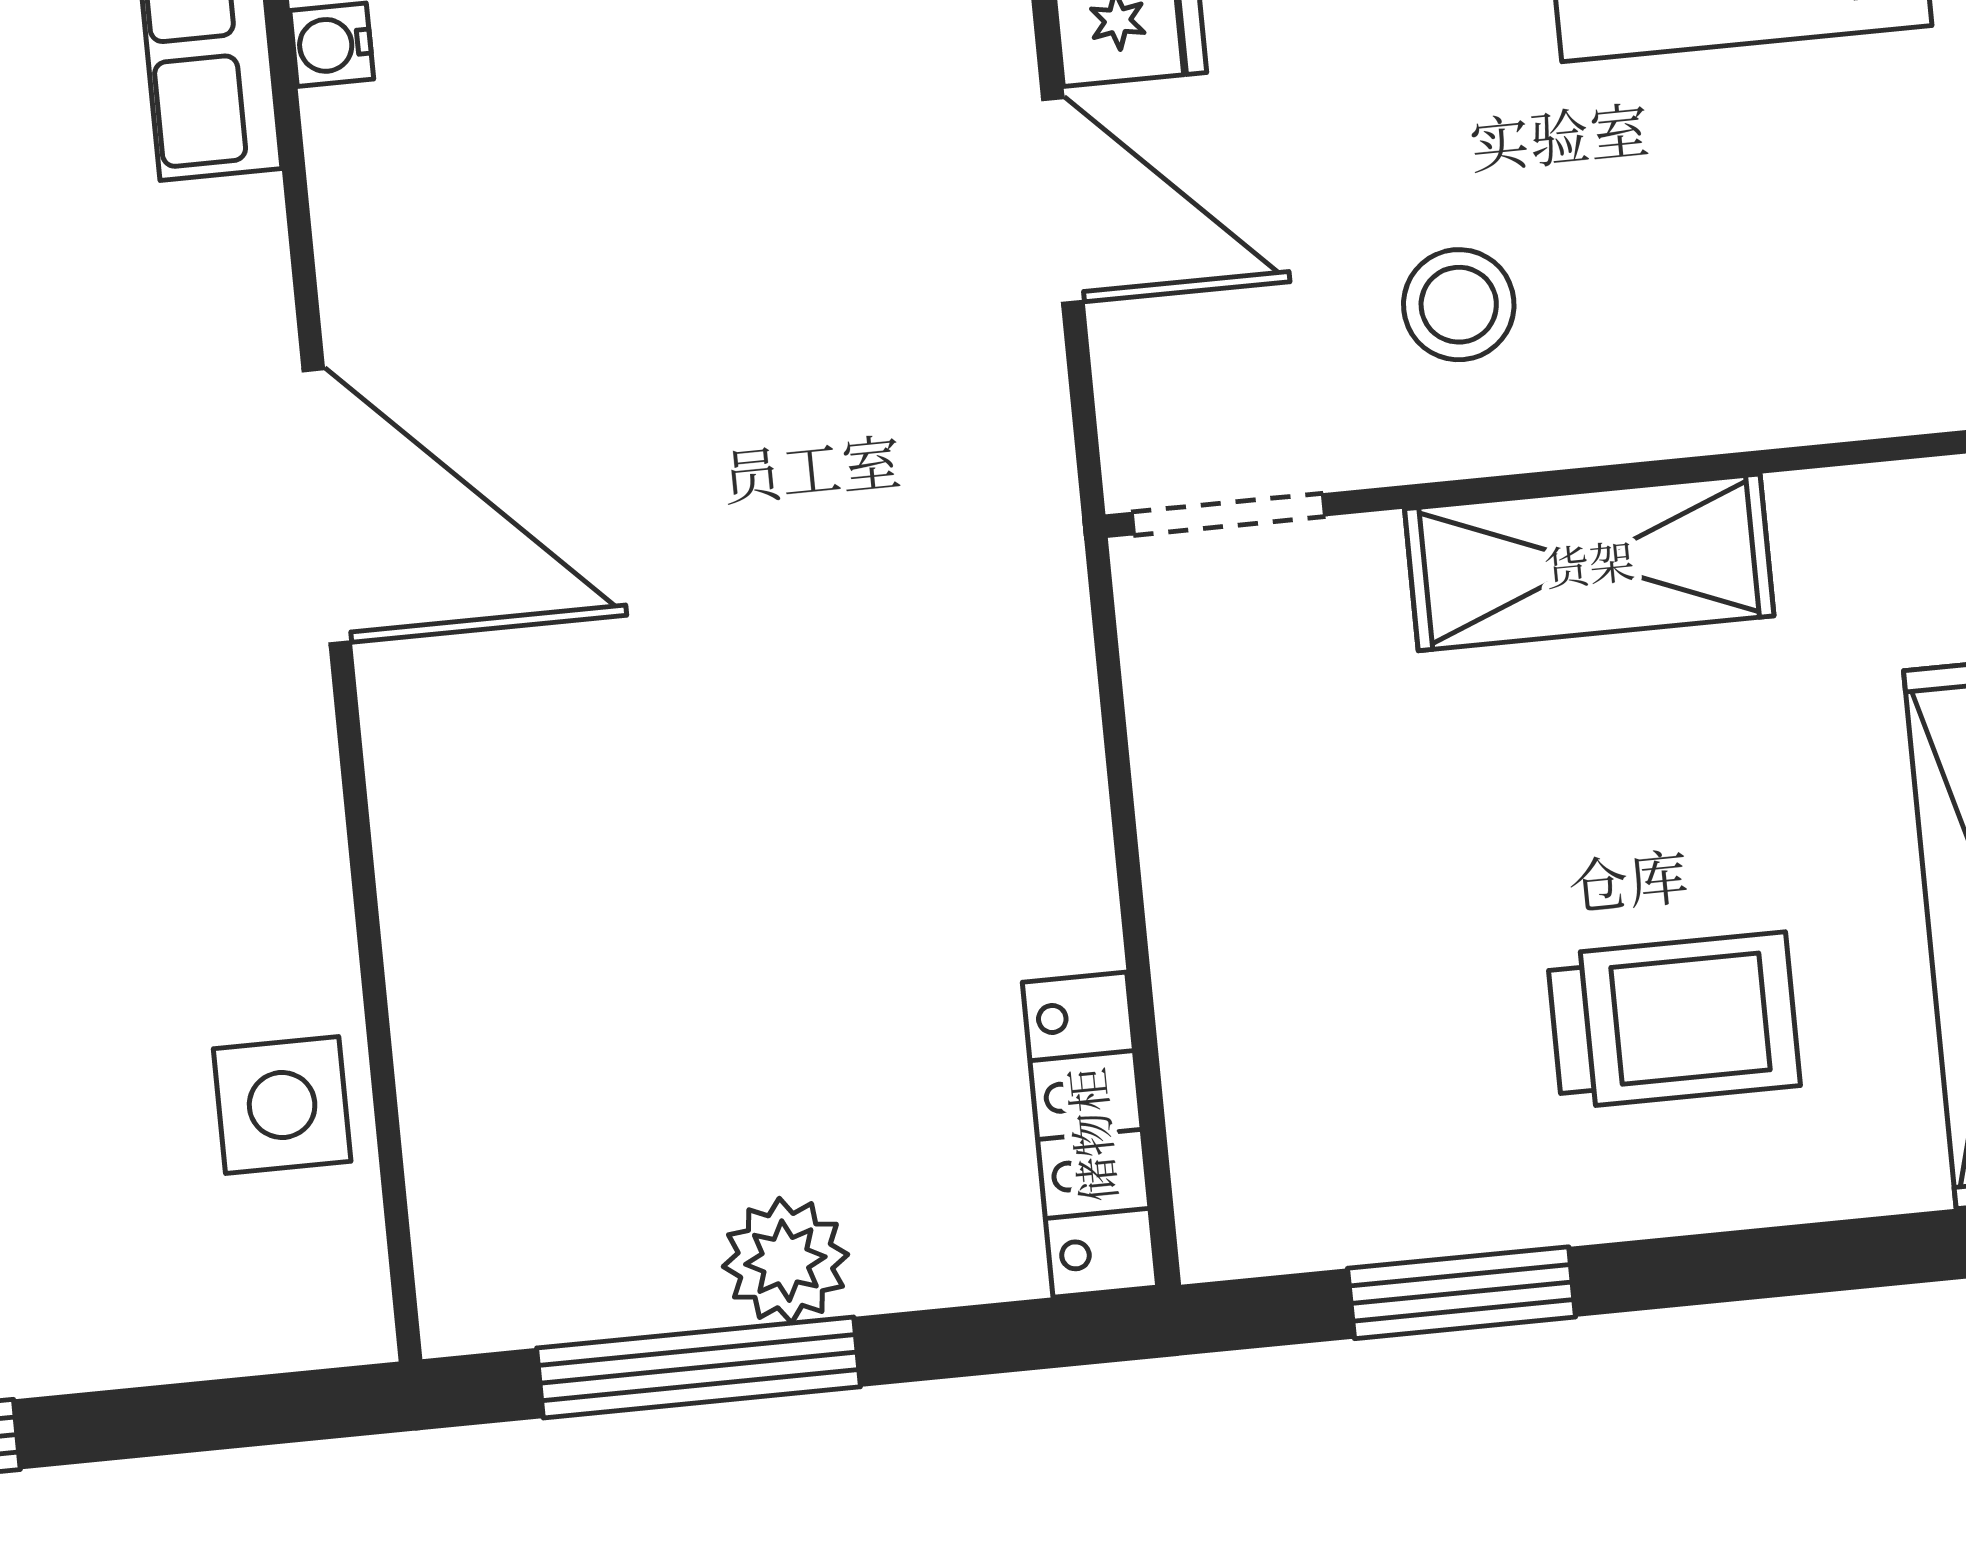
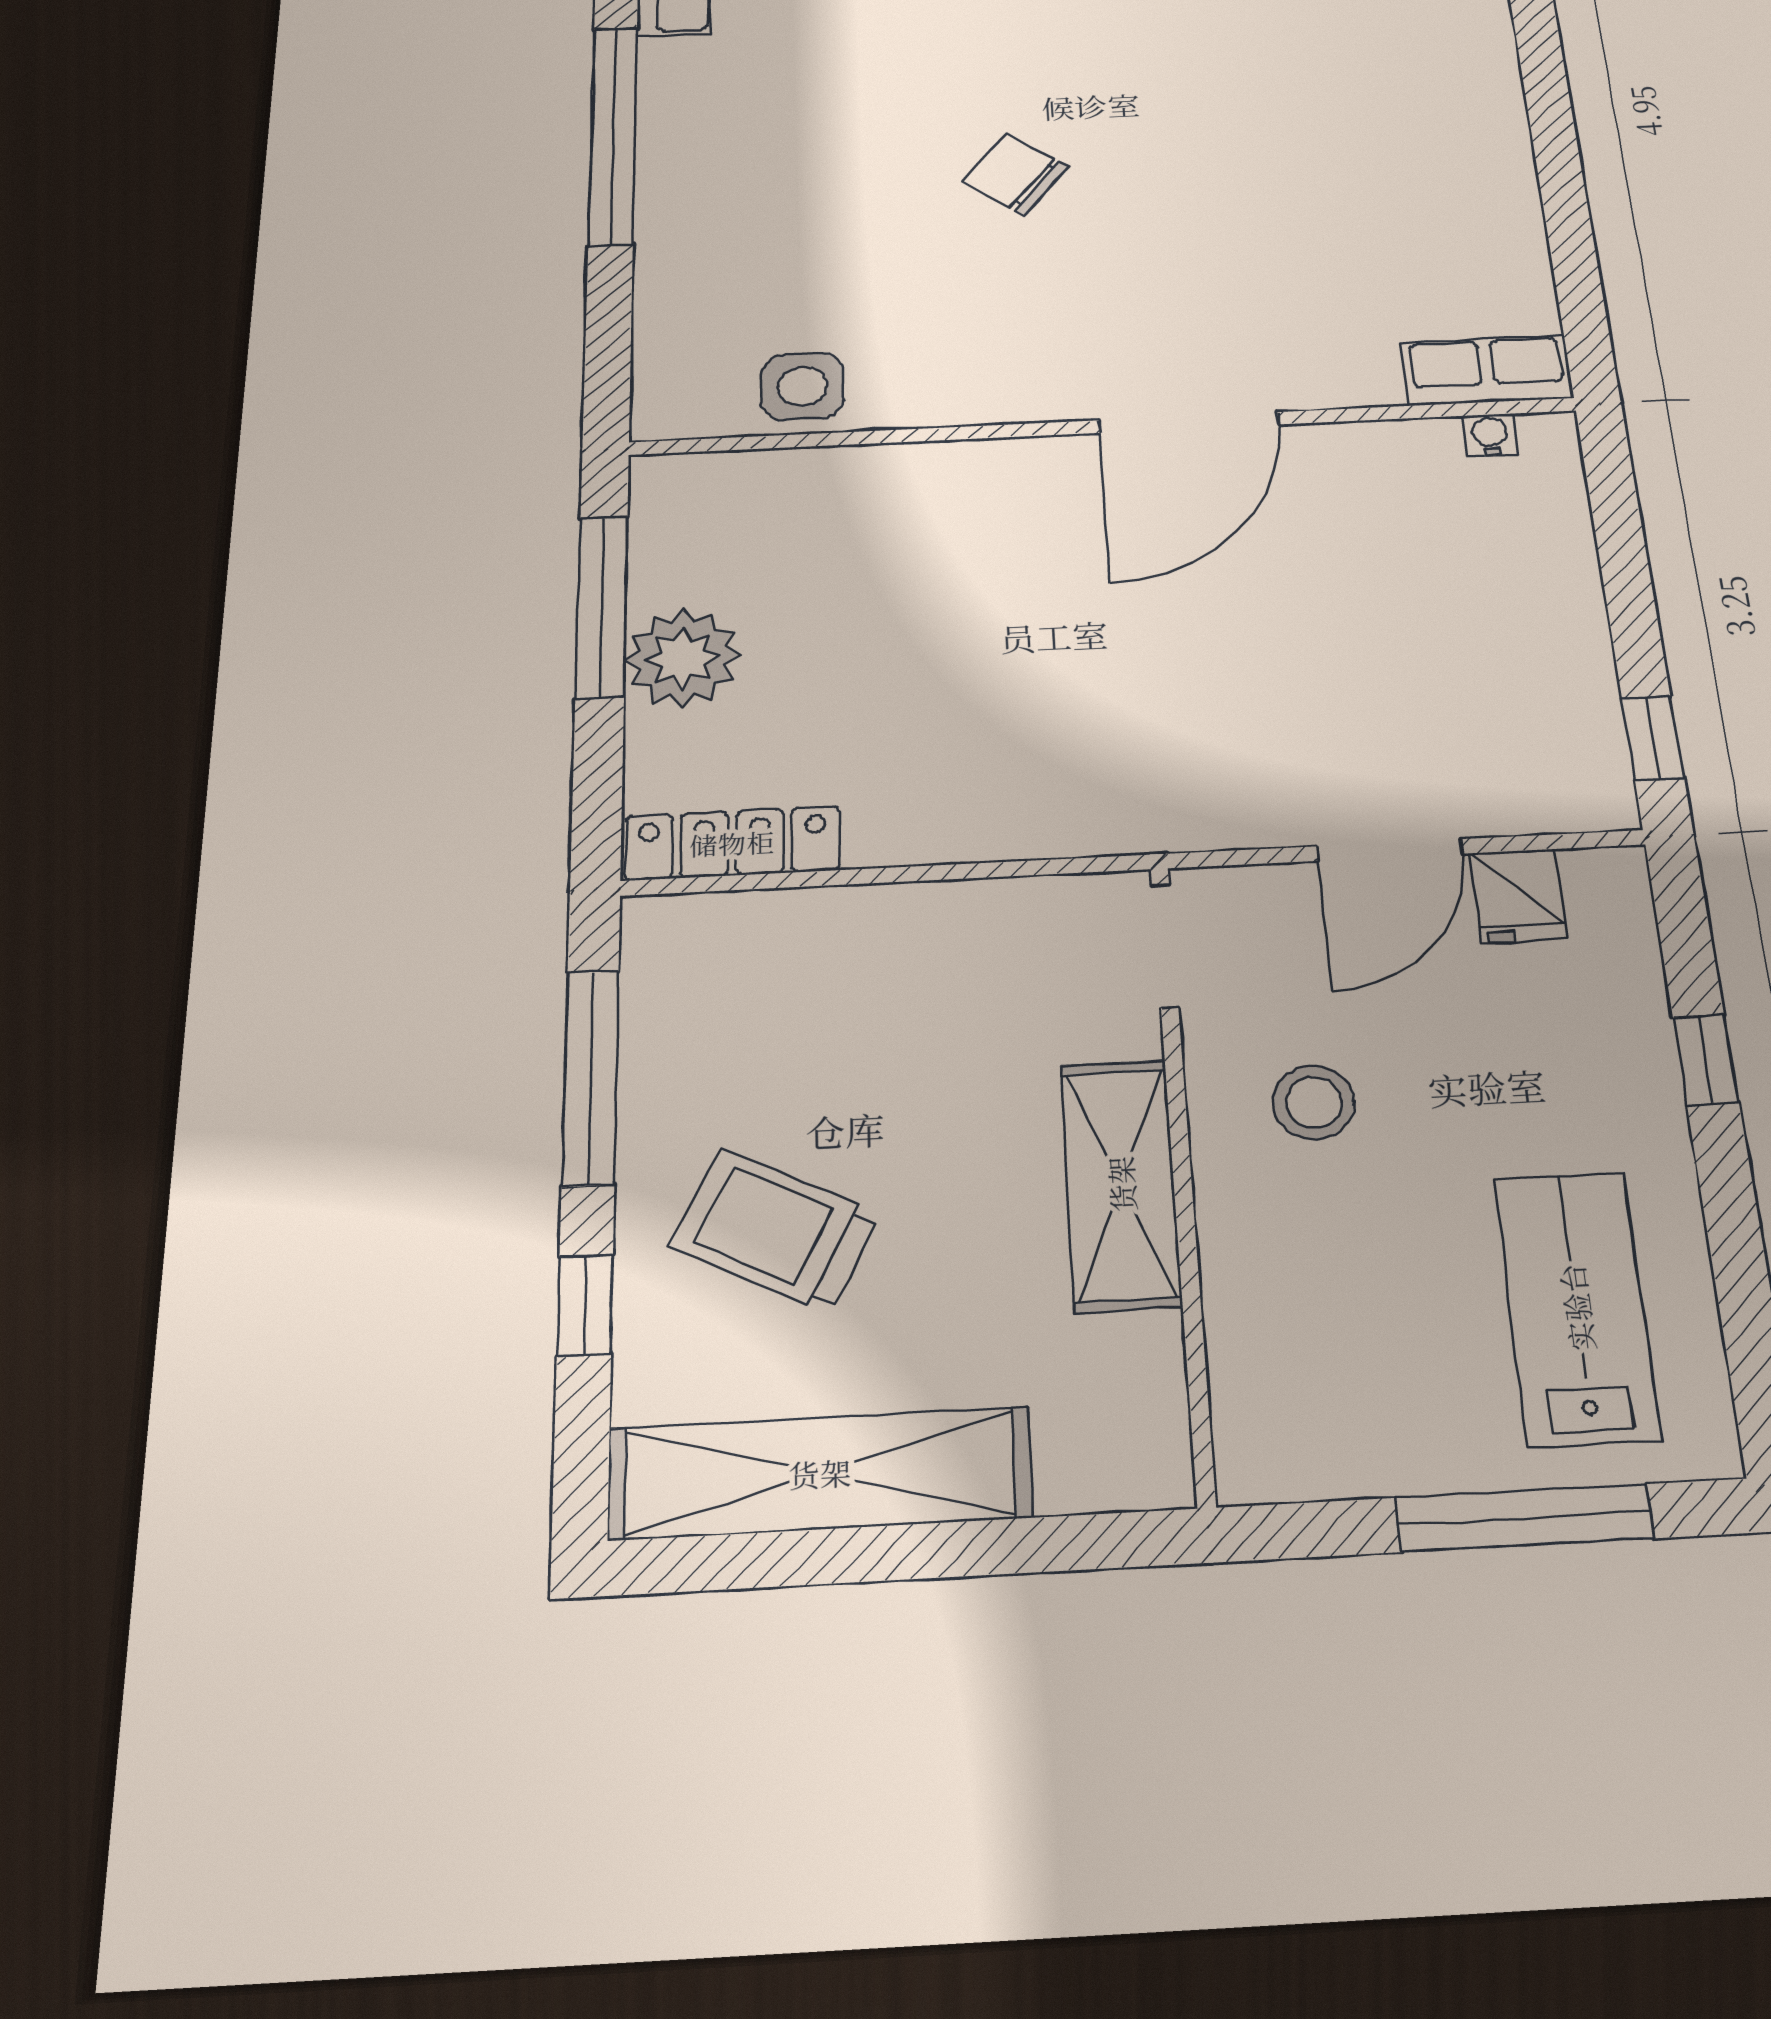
trolley: (1674, 1020) -> (775, 1230), turned 117
window: (1790, 1260) -> (585, 1305), added
plant: (785, 1261) -> (683, 658), width x1.36, depth x1.36
window: (1462, 1293) -> (591, 1077), width x1.44

